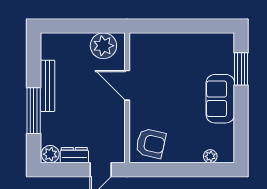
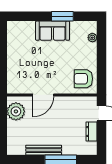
window: (241, 69) -> (62, 16), moved
armchair: (151, 143) -> (83, 79), turned -103
plant: (50, 154) -> (91, 148), removed

